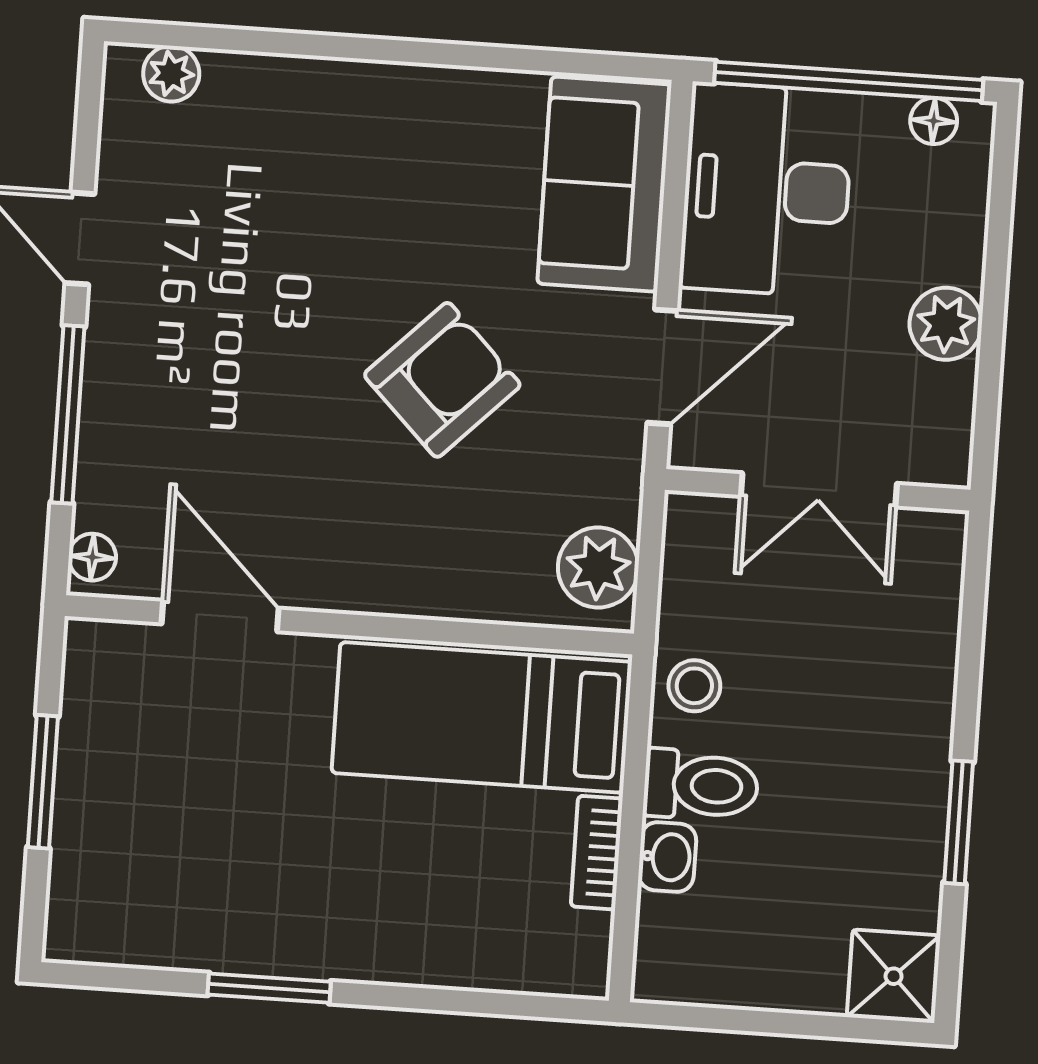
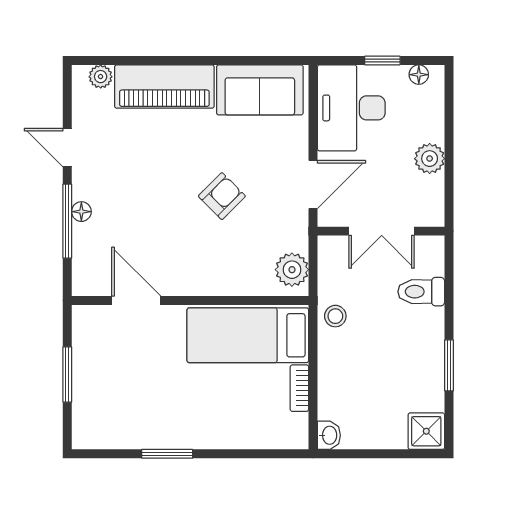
window: (849, 81) -> (382, 61), width x0.32
piano: (322, 108) -> (164, 87), added
sofa: (604, 184) -> (260, 90), moved, turned -90
armchair: (442, 380) -> (222, 196), width x0.72, depth x0.72
floor lamp: (92, 557) -> (81, 212), moved
toilet: (701, 785) -> (421, 292), moved, turned 180
washbasin: (667, 857) -> (329, 435), moved

